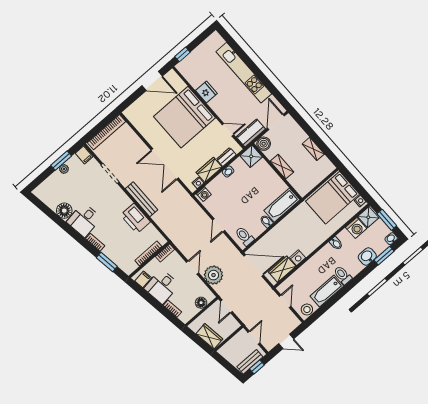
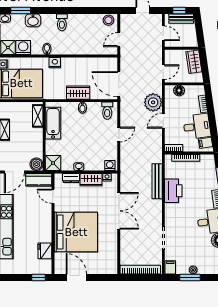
fridge: (206, 92) -> (45, 251), moved
shelving: (282, 167) -> (38, 116), moved
bench: (142, 199) -> (157, 181), moved
bathtub: (282, 205) -> (53, 123), moved, turned -90
nightstand: (298, 258) -> (55, 63), moved
wardrobe: (282, 269) -> (78, 93), moved, turned 180
bathtub: (327, 291) -> (83, 21), removed
door: (254, 338) -> (163, 33), swing flipped

